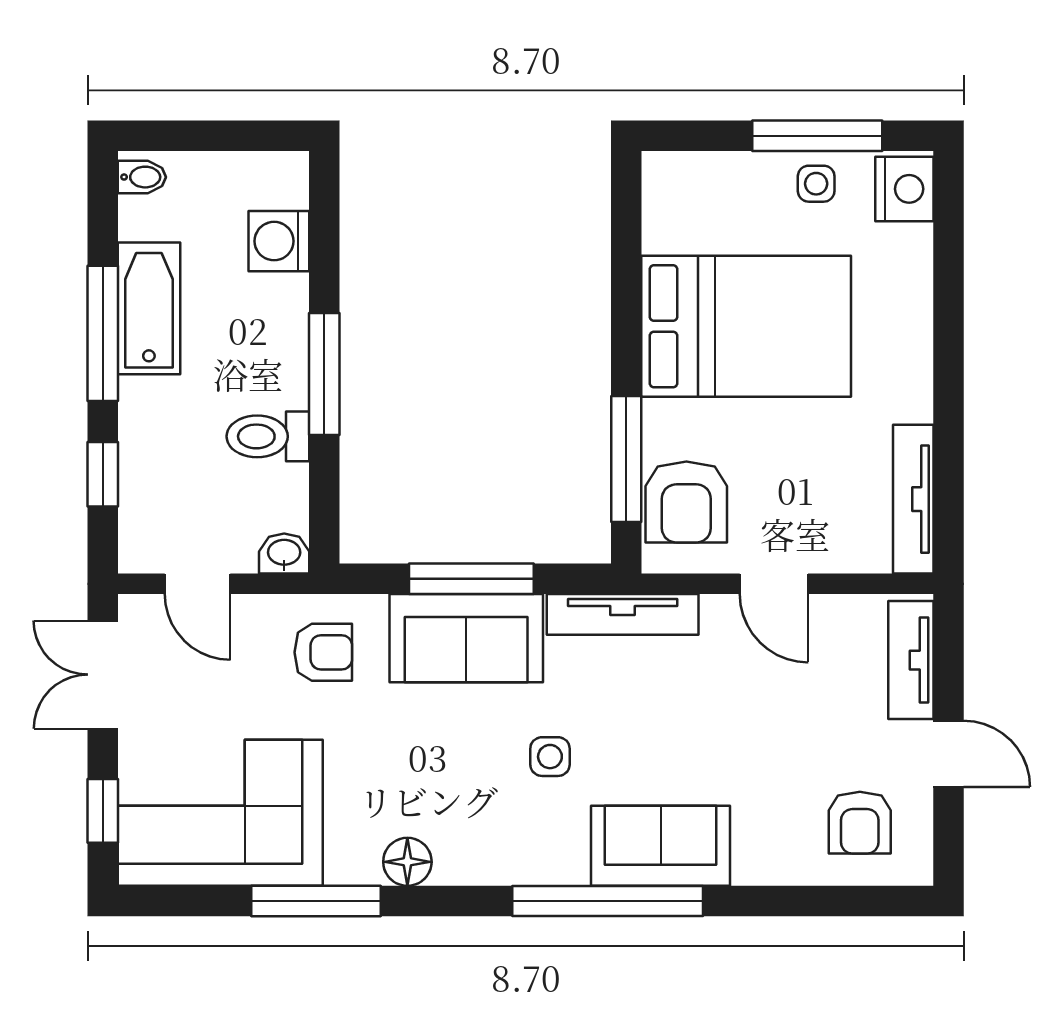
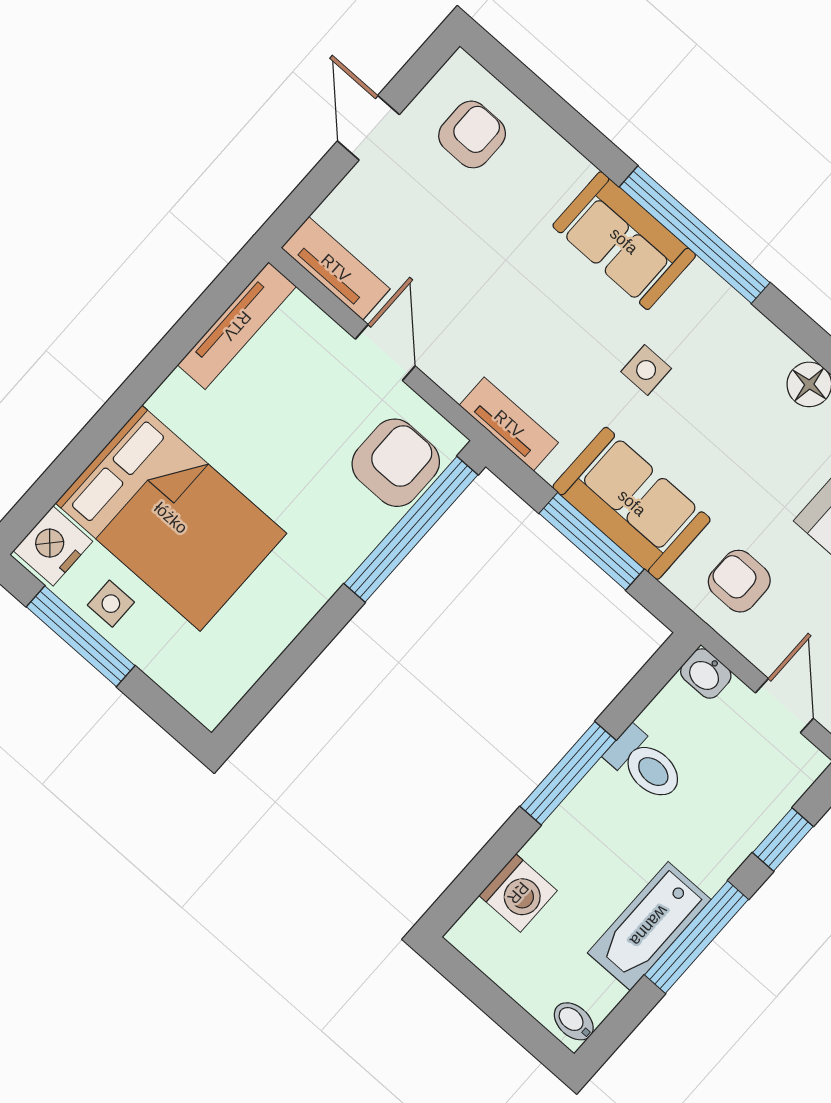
bed: (746, 326) -> (171, 518), moved, turned 180
window: (626, 459) -> (411, 529), width x1.46
tv unit: (623, 614) -> (509, 424), width x0.71
tv unit: (911, 660) -> (336, 268), moved, turned -90

